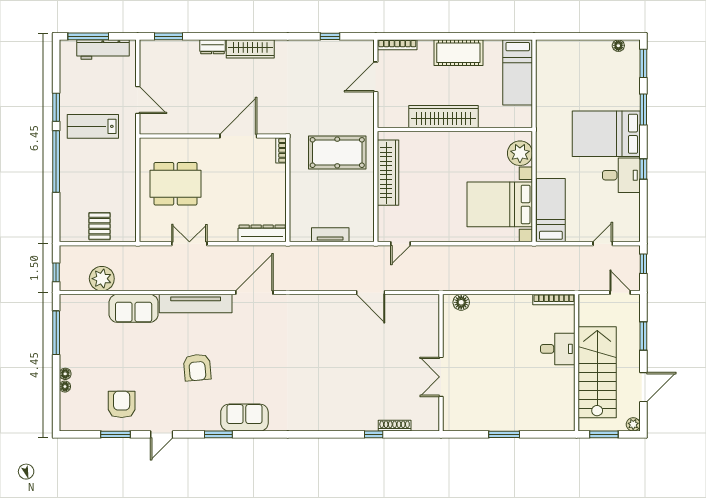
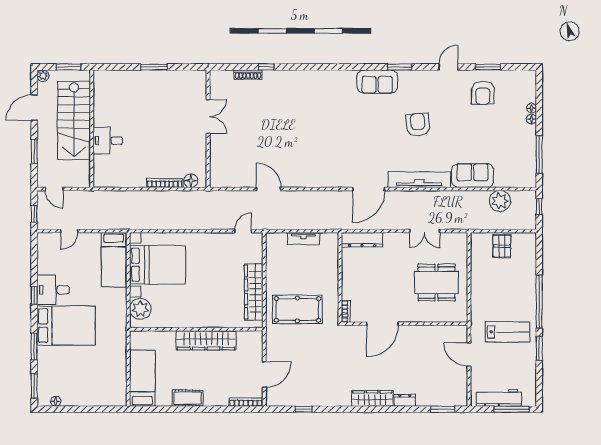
cot: (458, 53) -> (188, 398), width x0.73, depth x0.75
bookcase: (554, 300) -> (165, 183), moved

